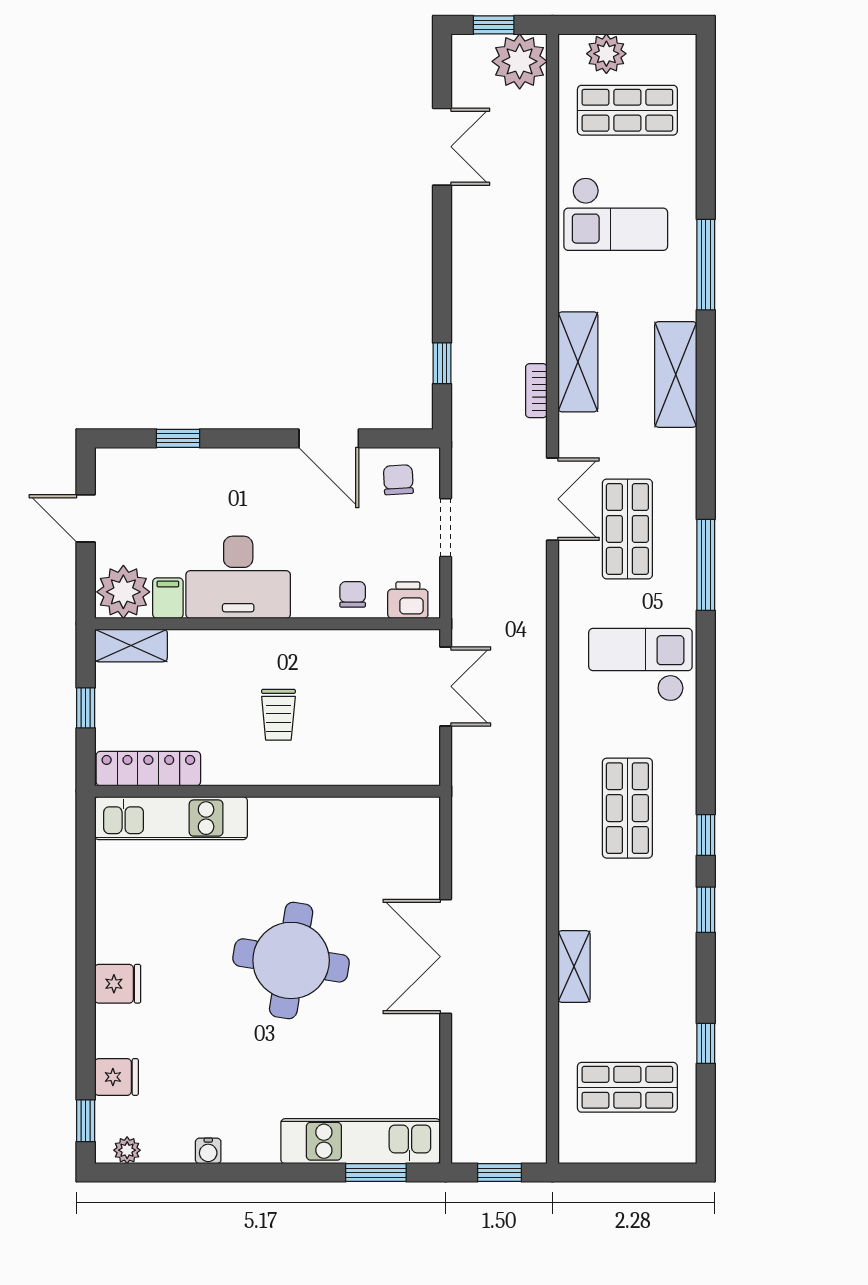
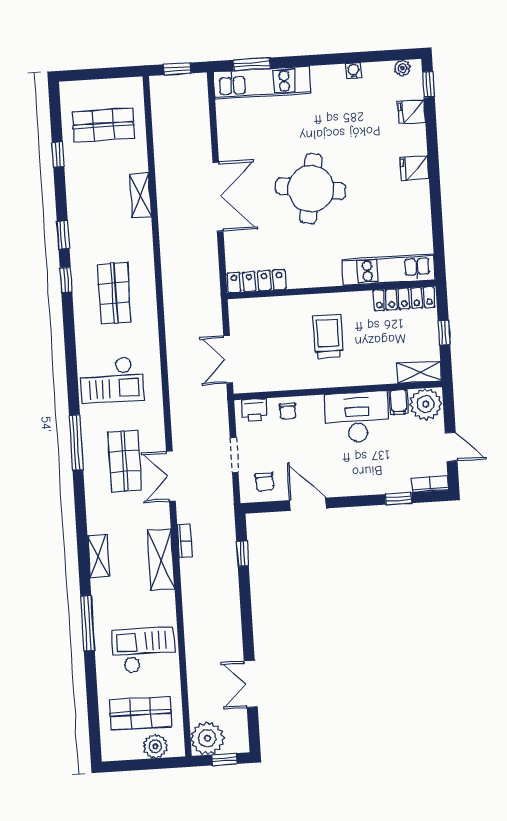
shelving: (676, 374) -> (98, 556), width x0.67, depth x0.75
bookcase: (124, 459) -> (430, 484), added
trolley: (278, 715) -> (328, 336), width x1.36, depth x1.39
locker: (390, 813) -> (257, 281), added

